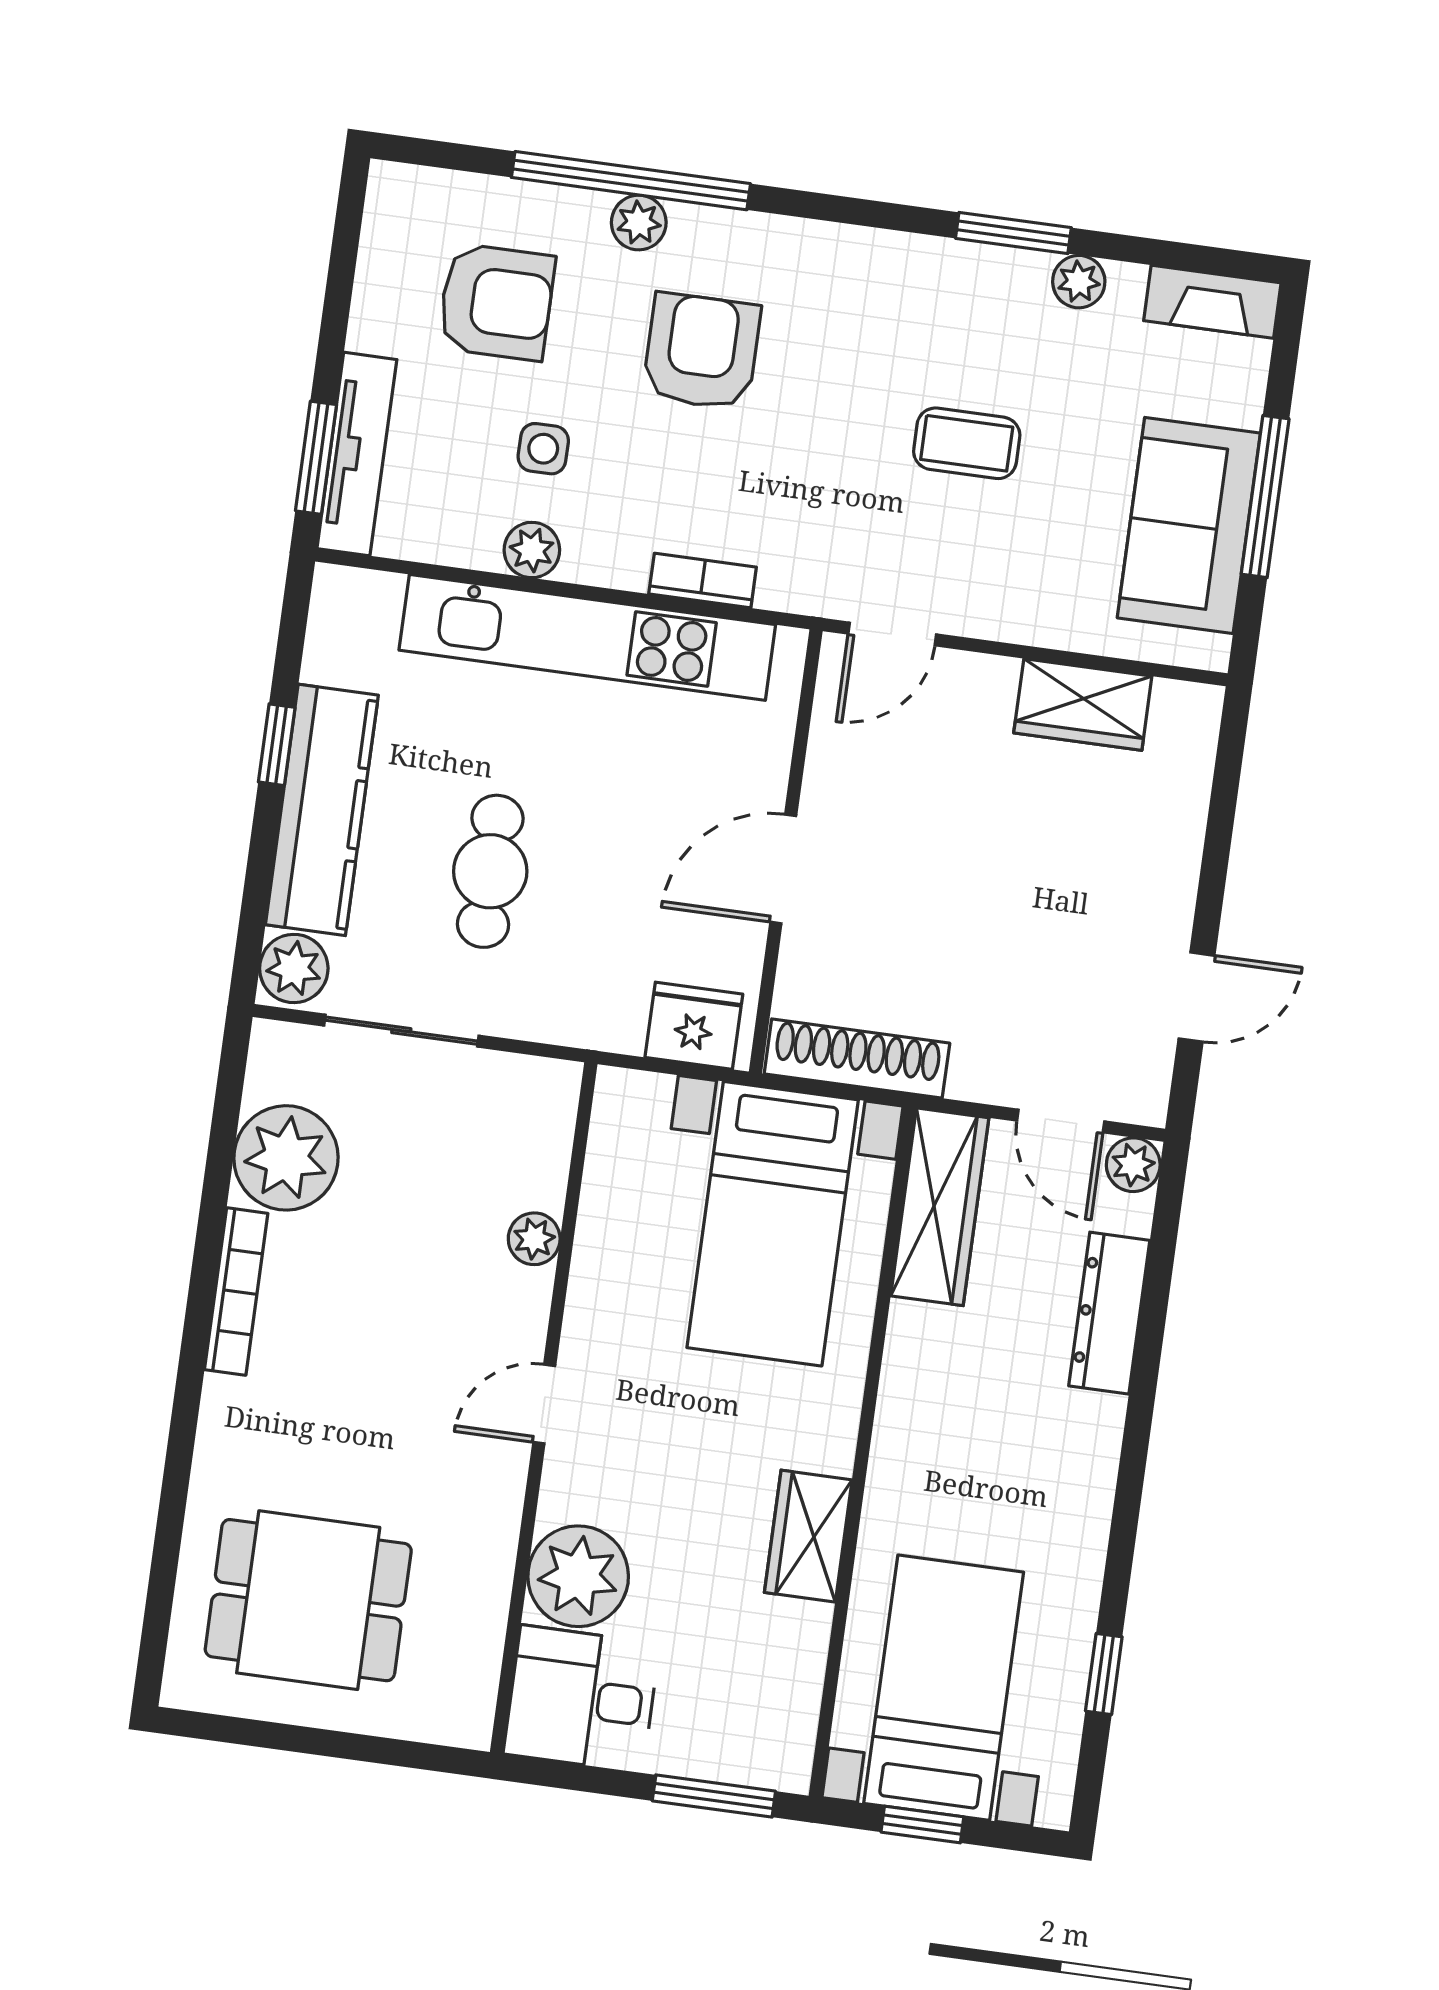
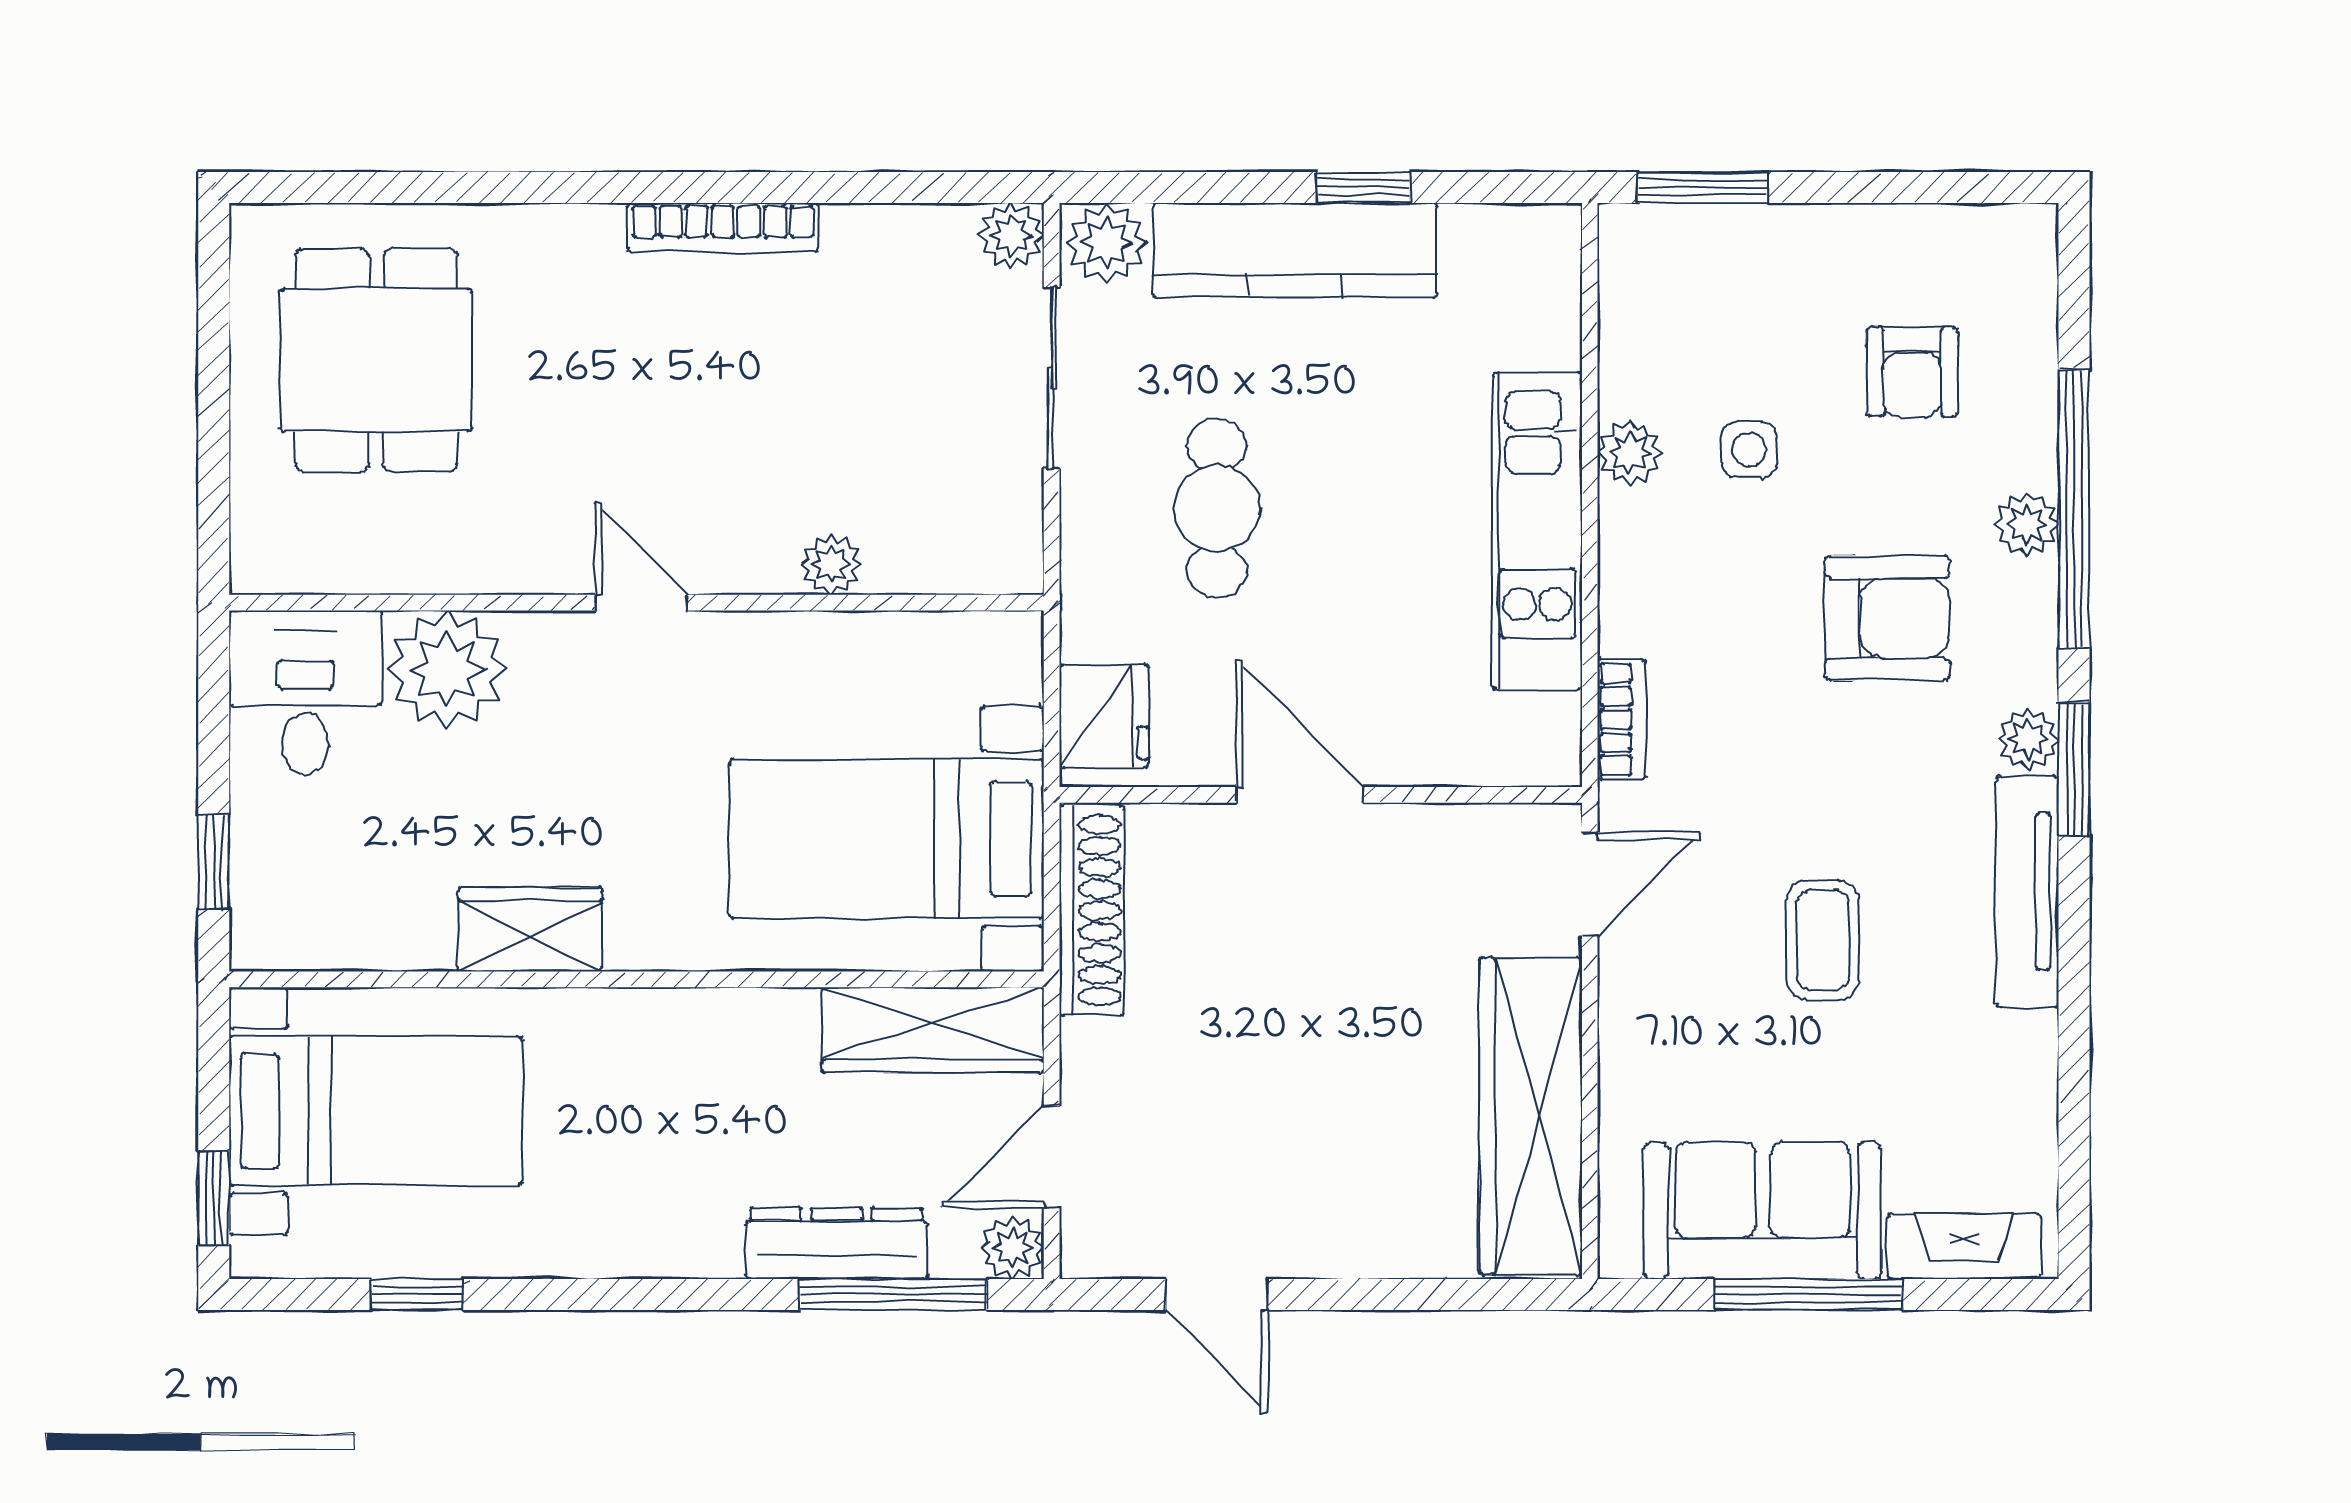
window: (1013, 233) -> (2074, 770), moved
plant: (1079, 282) -> (2028, 739), moved
armchair: (496, 302) -> (1912, 372), width x0.72, depth x0.72
fireplace: (1212, 302) -> (1964, 1246), moved, turned 90
tv unit: (357, 454) -> (2027, 892), moved, turned 90
bookcase: (703, 581) -> (1622, 719), moved
door: (892, 634) -> (1590, 884), swing flipped
kitchen unit: (587, 637) -> (1537, 531), width x0.73
wardrobe: (1083, 705) -> (1531, 1116), width x2.10, depth x1.17
cafe table: (490, 871) -> (1217, 508), moved, turned 90
plant: (286, 1158) -> (1011, 235), moved, width x0.53, depth x0.53
window: (1159, 1271) -> (893, 1295), added
window: (714, 1796) -> (214, 862), width x0.67
window: (922, 1825) -> (214, 1198), moved

